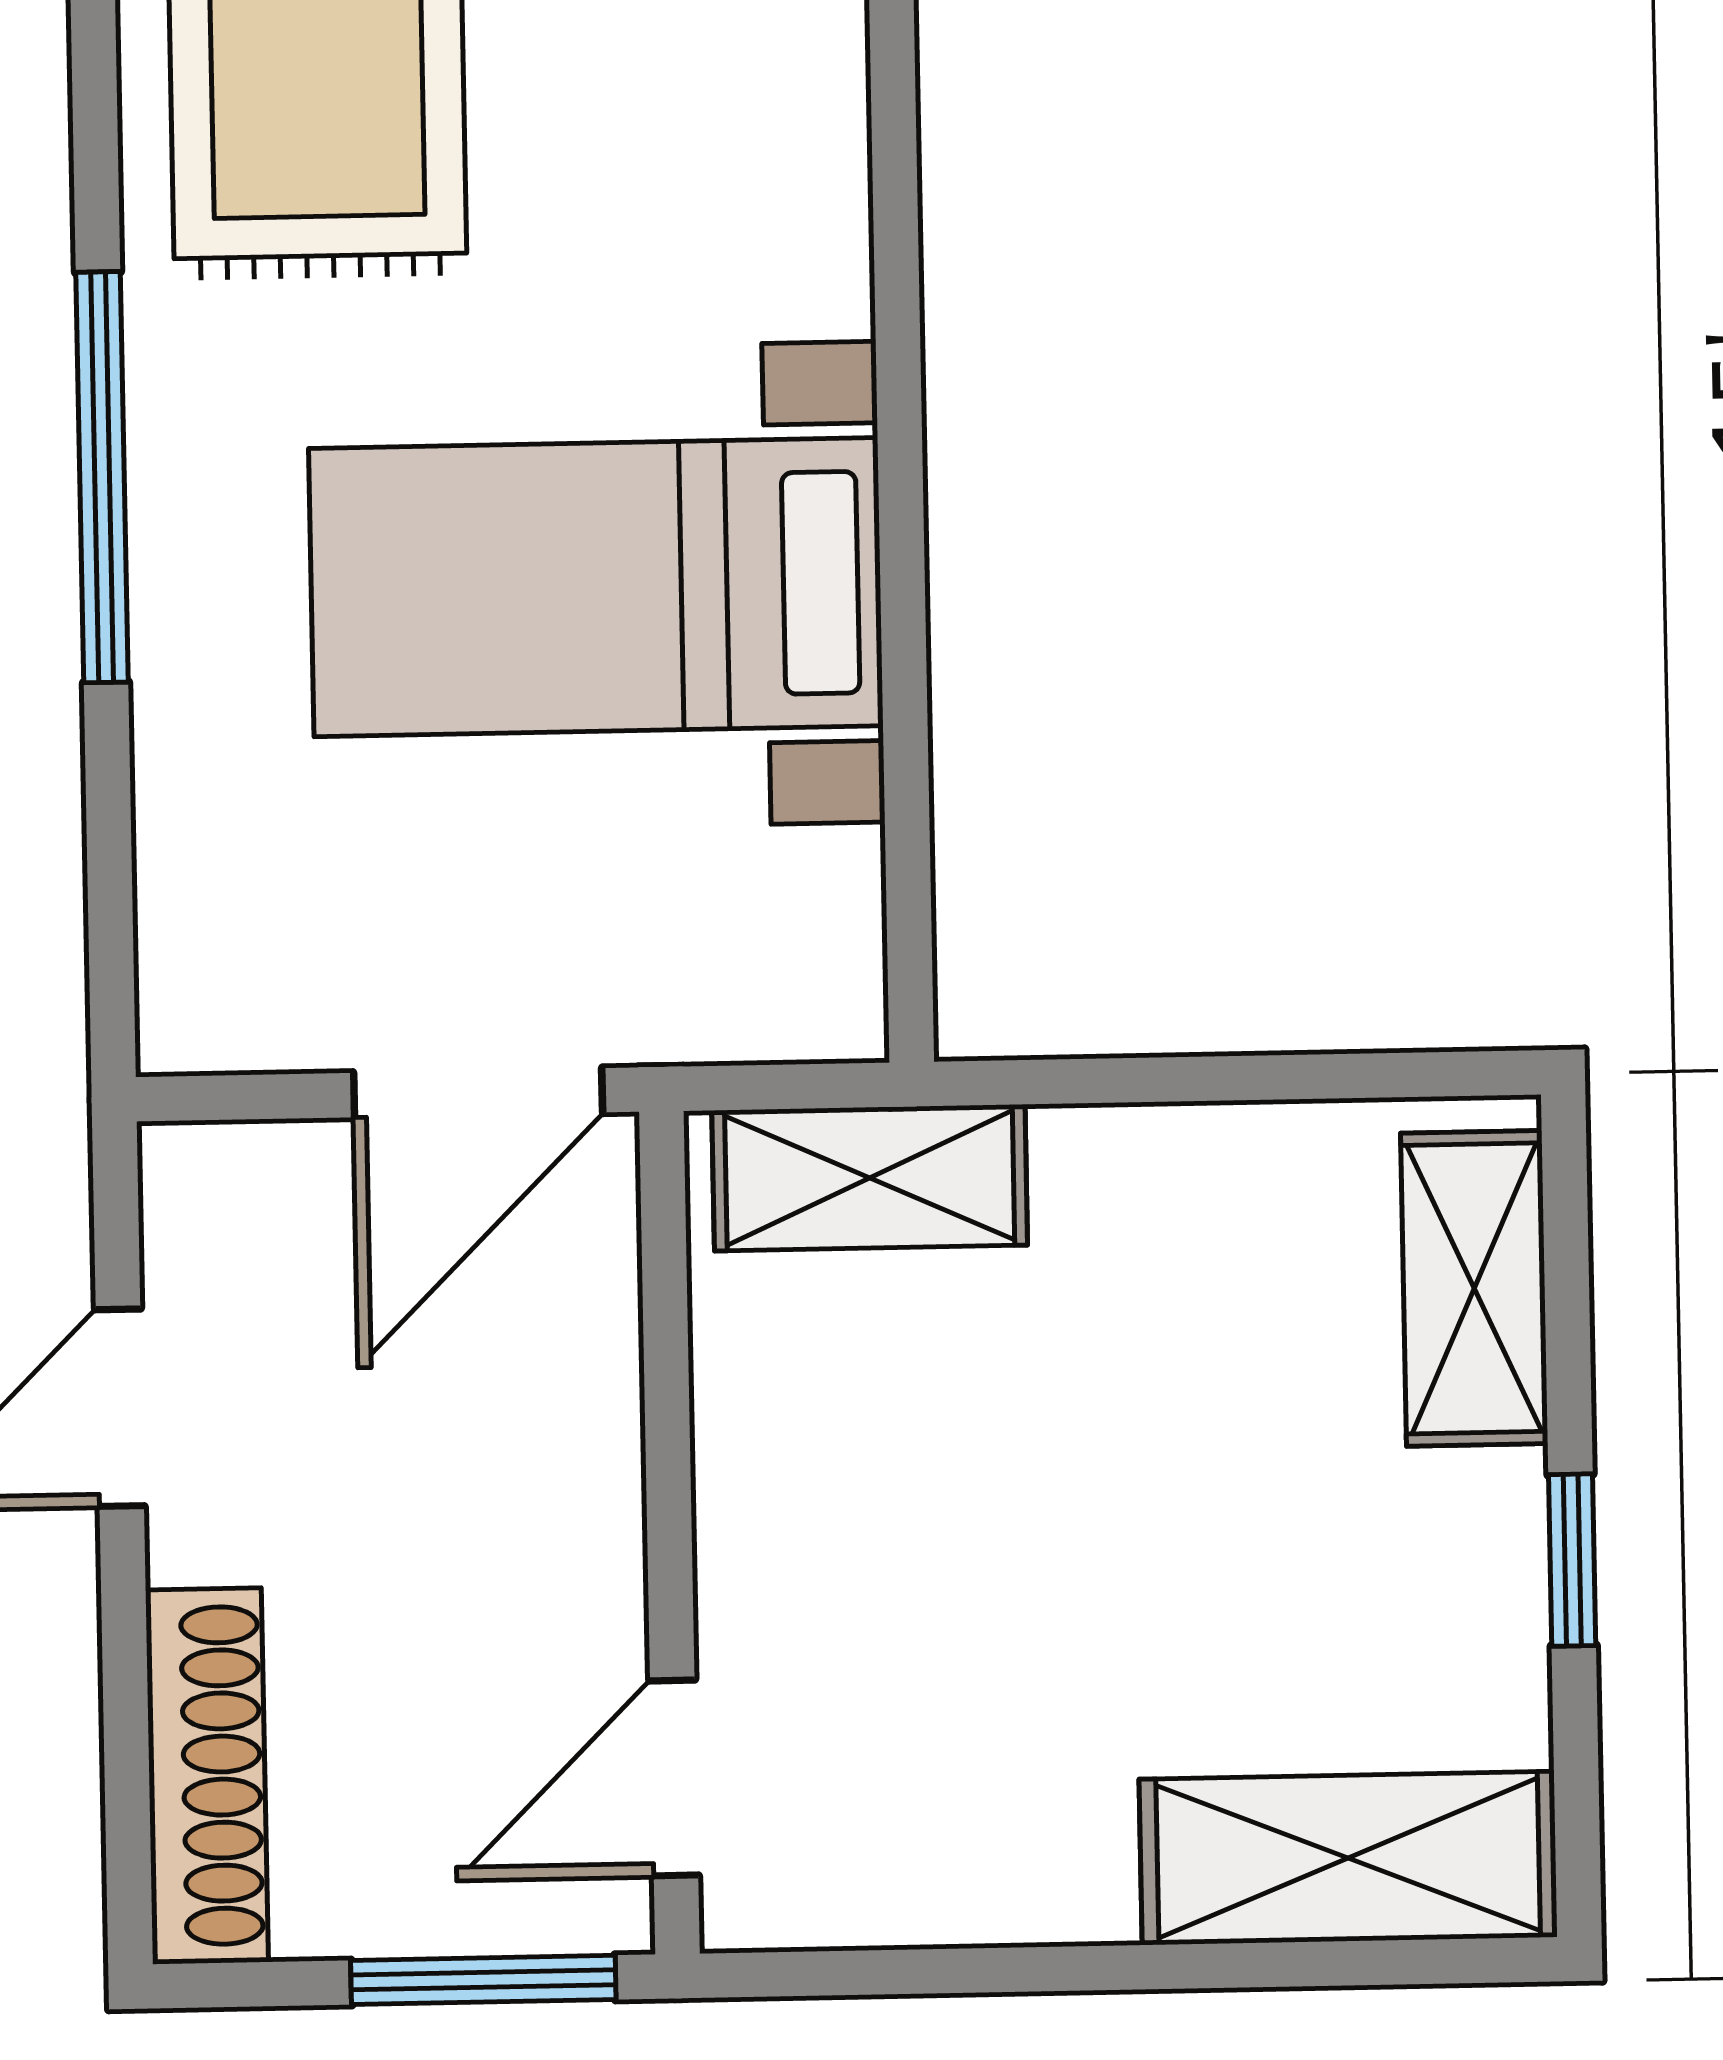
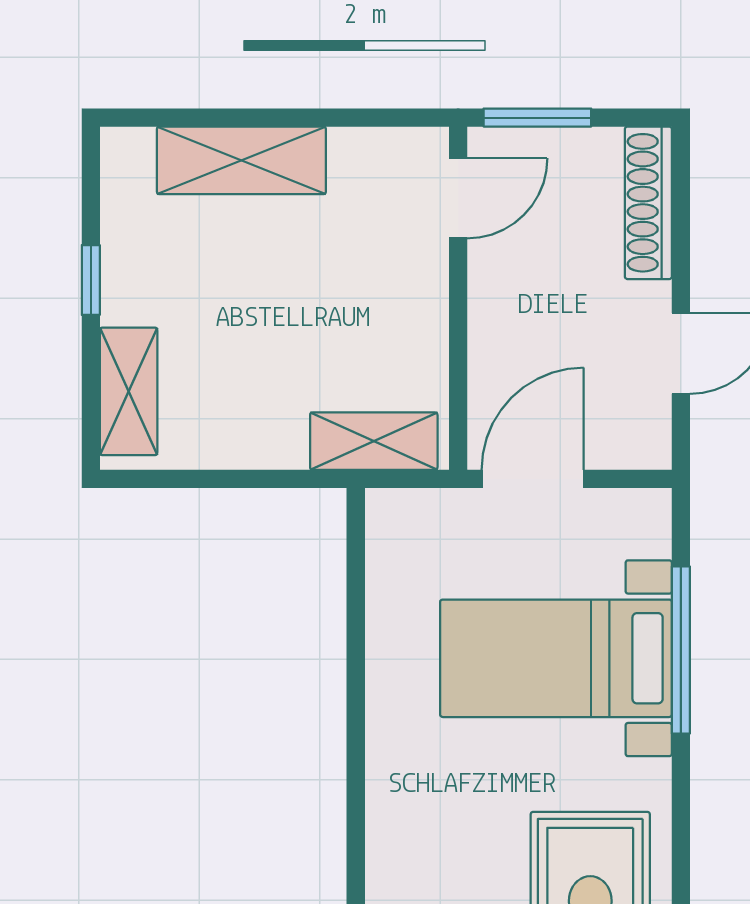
window: (102, 477) -> (681, 650), moved
bed with nightstands: (596, 587) -> (556, 658), moved, turned 180
shelving: (1348, 1858) -> (241, 160), moved

